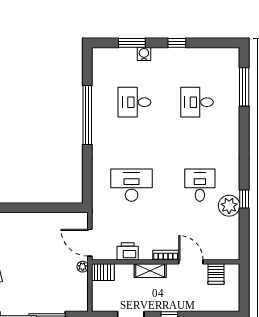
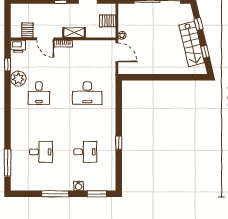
window: (132, 43) -> (97, 194), moved
window: (177, 43) -> (55, 194), width x2.17
window: (87, 115) -> (119, 143), width x0.32
window: (244, 199) -> (8, 65), moved
printer: (128, 251) -> (18, 46), moved
server rack: (103, 272) -> (108, 21), moved

